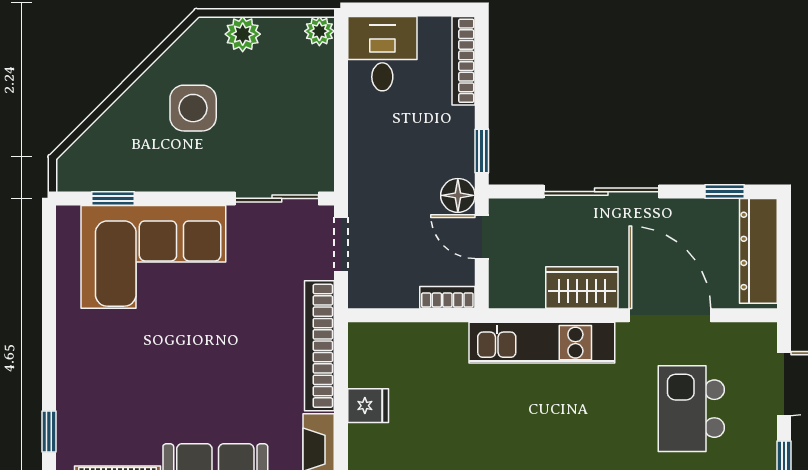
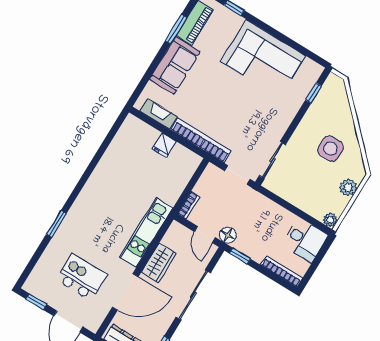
door: (482, 237) -> (205, 235), swing flipped
corner sofa: (153, 257) -> (263, 59), moved, turned -90

